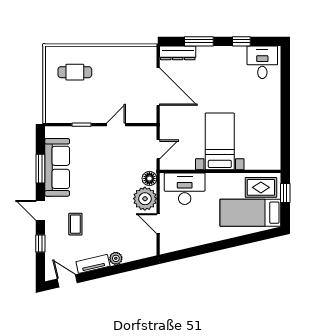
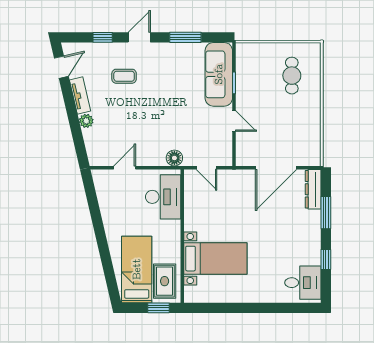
bed with nightstands: (220, 141) -> (215, 259), moved
sofa: (57, 167) -> (219, 74), moved, turned 90
plant: (145, 199) -> (152, 153), removed

